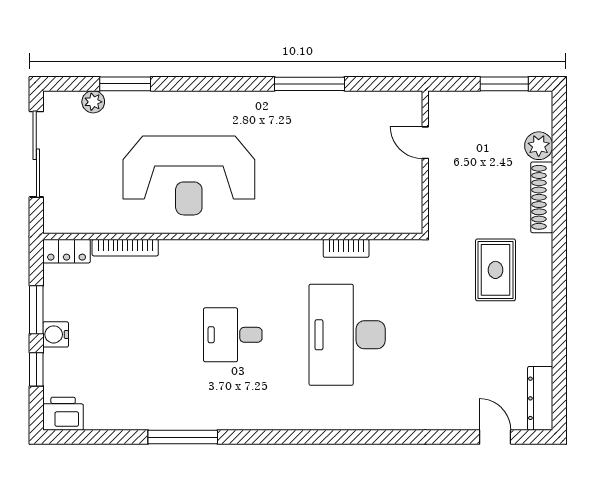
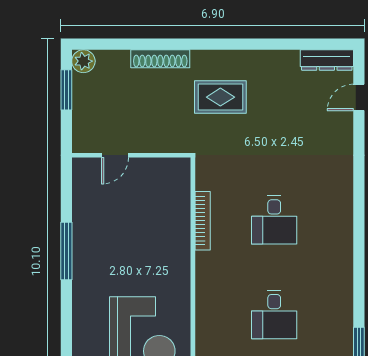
plant: (539, 146) -> (83, 61), moved
bookcase: (346, 248) -> (203, 221), width x1.56
desk: (347, 335) -> (274, 220), width x0.53, depth x0.77

